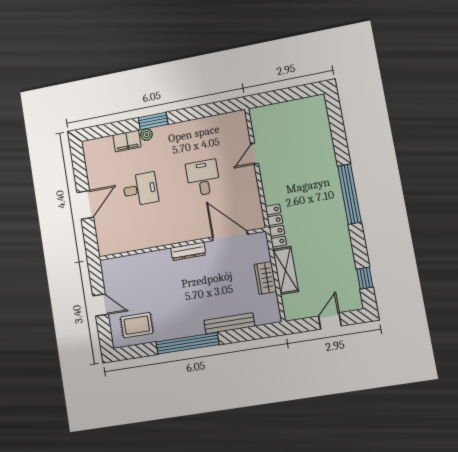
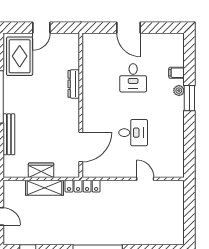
filing cabinet: (127, 141) -> (177, 73), width x0.50
dresser: (188, 251) -> (74, 84), moved
rug: (137, 325) -> (20, 56), width x1.36, depth x1.43

